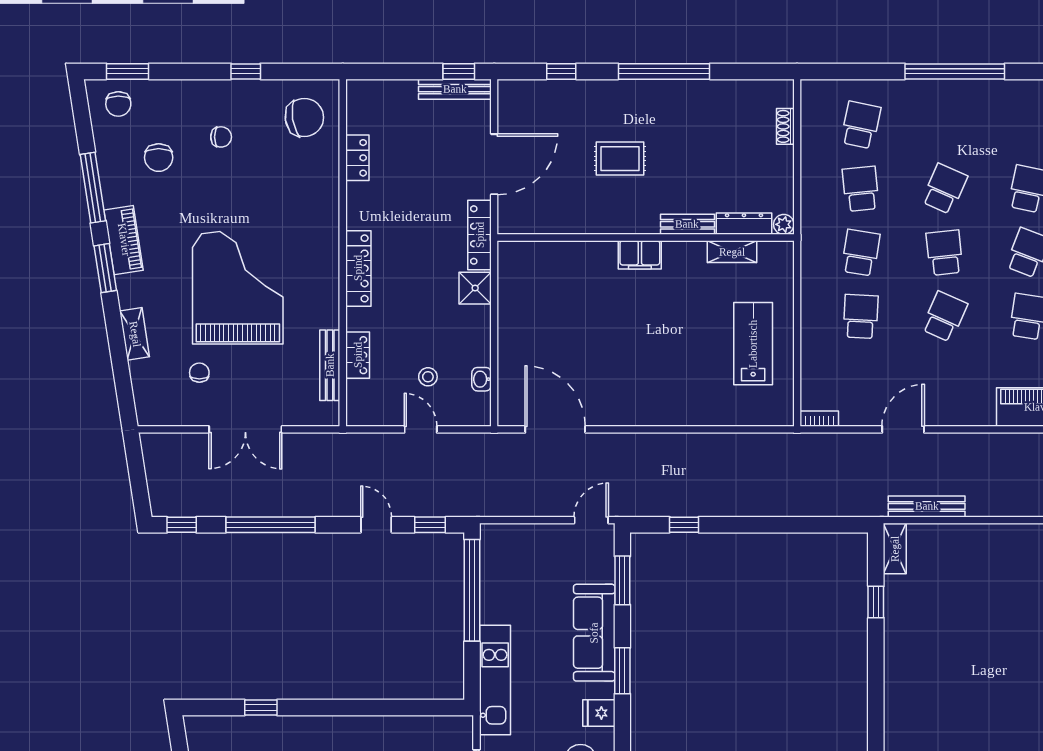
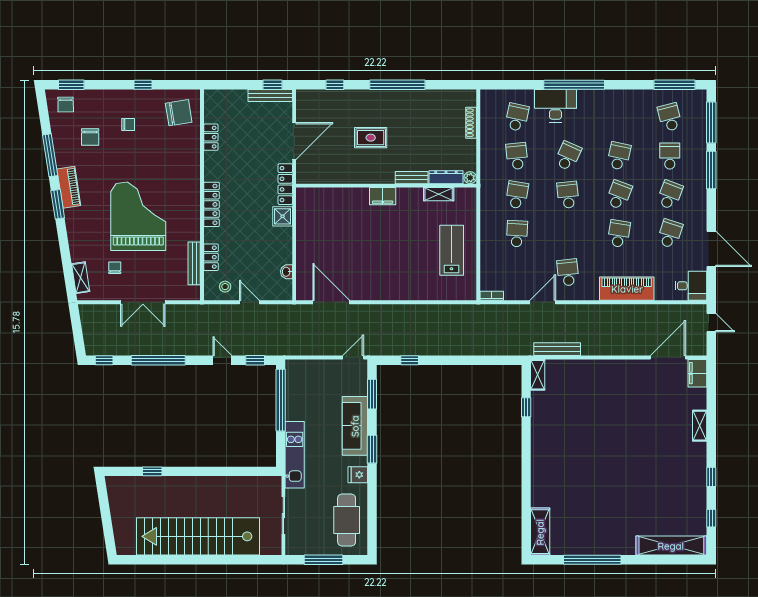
desk: (924, 106) -> (555, 106), added
shoe rack: (785, 126) -> (471, 123), width x1.43
school desk: (944, 317) -> (568, 272), moved, turned -30
shelving: (135, 334) -> (81, 278), moved
stool: (428, 377) -> (225, 287), moved

